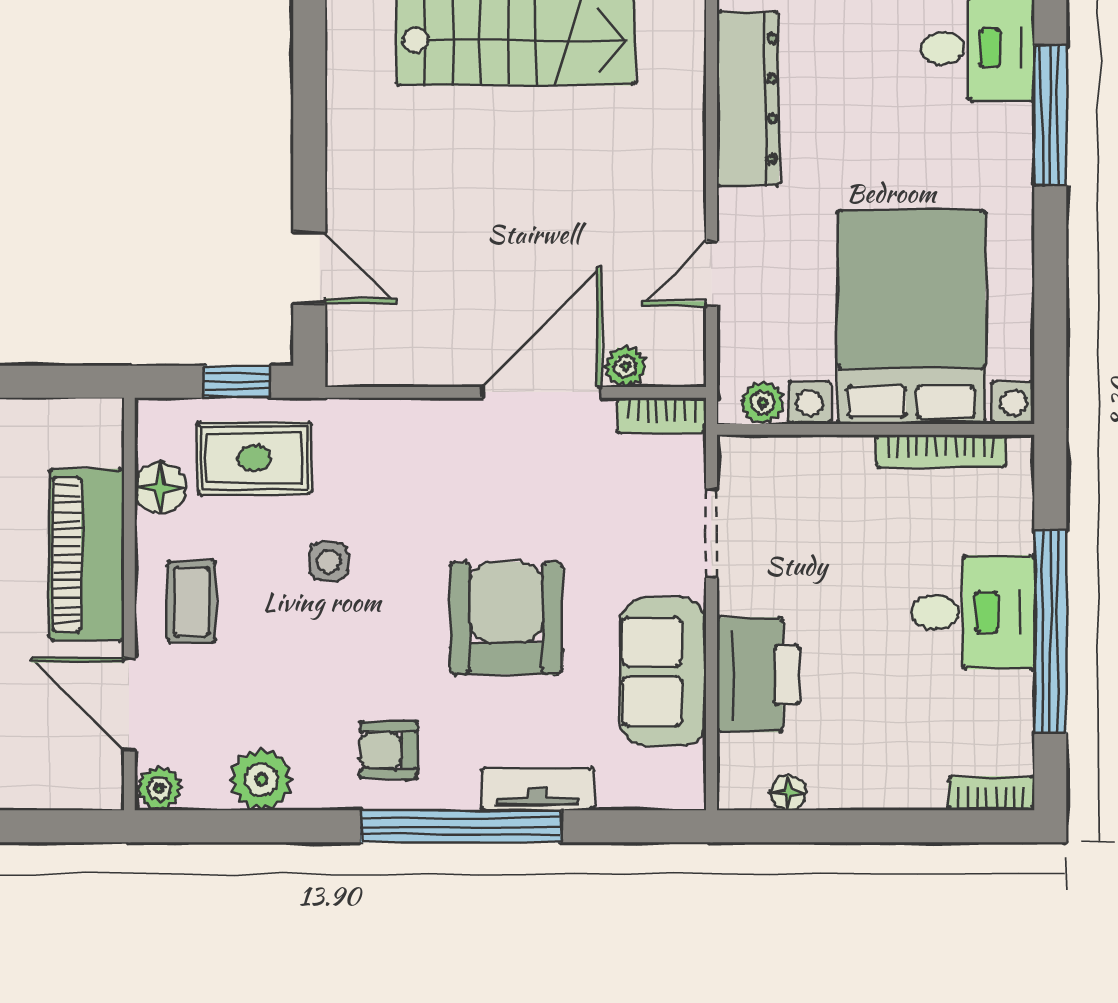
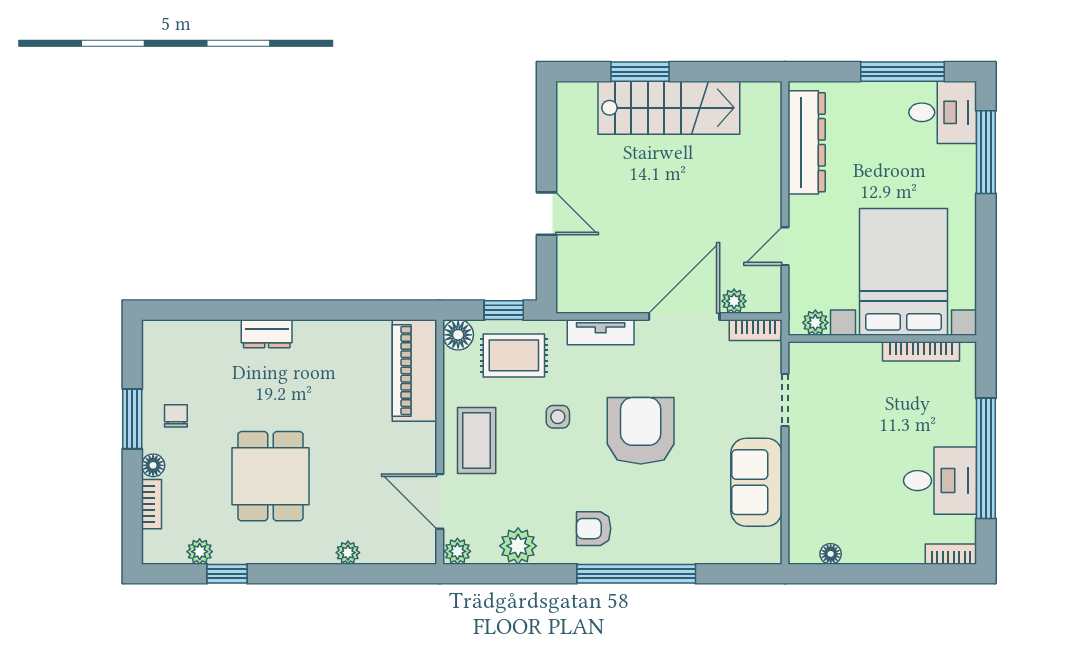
door: (309, 268) -> (546, 214), moved
floor lamp: (160, 488) -> (458, 335), moved
piano: (87, 555) -> (414, 370), moved
coffee table: (191, 602) -> (477, 440), width x1.36, depth x1.30
desk: (973, 612) -> (940, 481), moved
armchair: (506, 618) -> (641, 431), moved
printer: (758, 675) -> (813, 484), removed
tv unit: (538, 789) -> (601, 332), moved, turned 180

